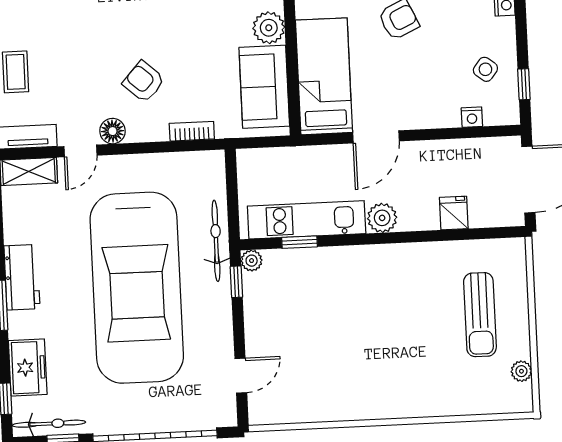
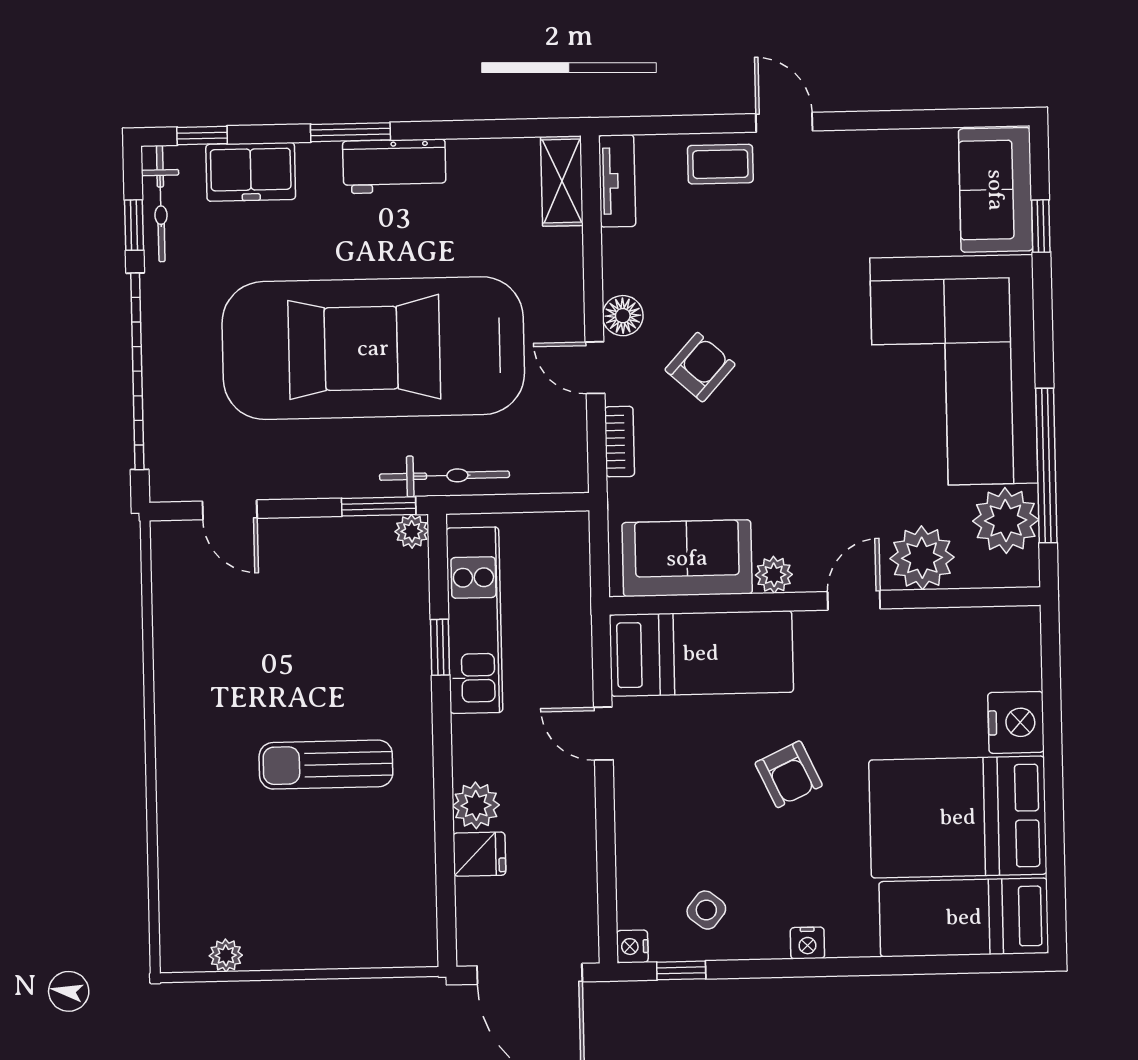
plant: (269, 28) -> (774, 575), width x0.73, depth x0.73
nightstand: (472, 117) -> (632, 946), moved
door: (376, 137) -> (603, 734), width x0.73
door: (80, 151) -> (595, 368), moved
plant: (382, 218) -> (476, 805), moved
window: (300, 242) -> (440, 647), moved
window: (236, 282) -> (379, 506), width x1.50
sun lounger: (480, 315) -> (326, 765), moved

